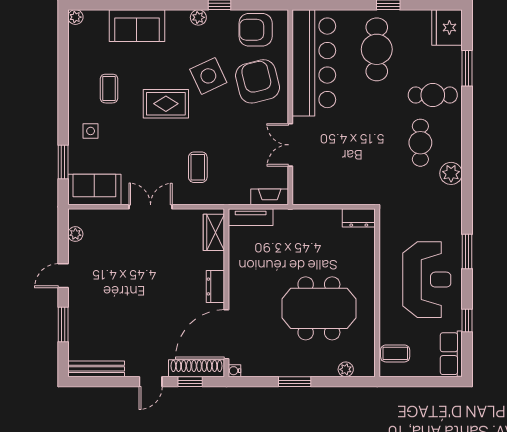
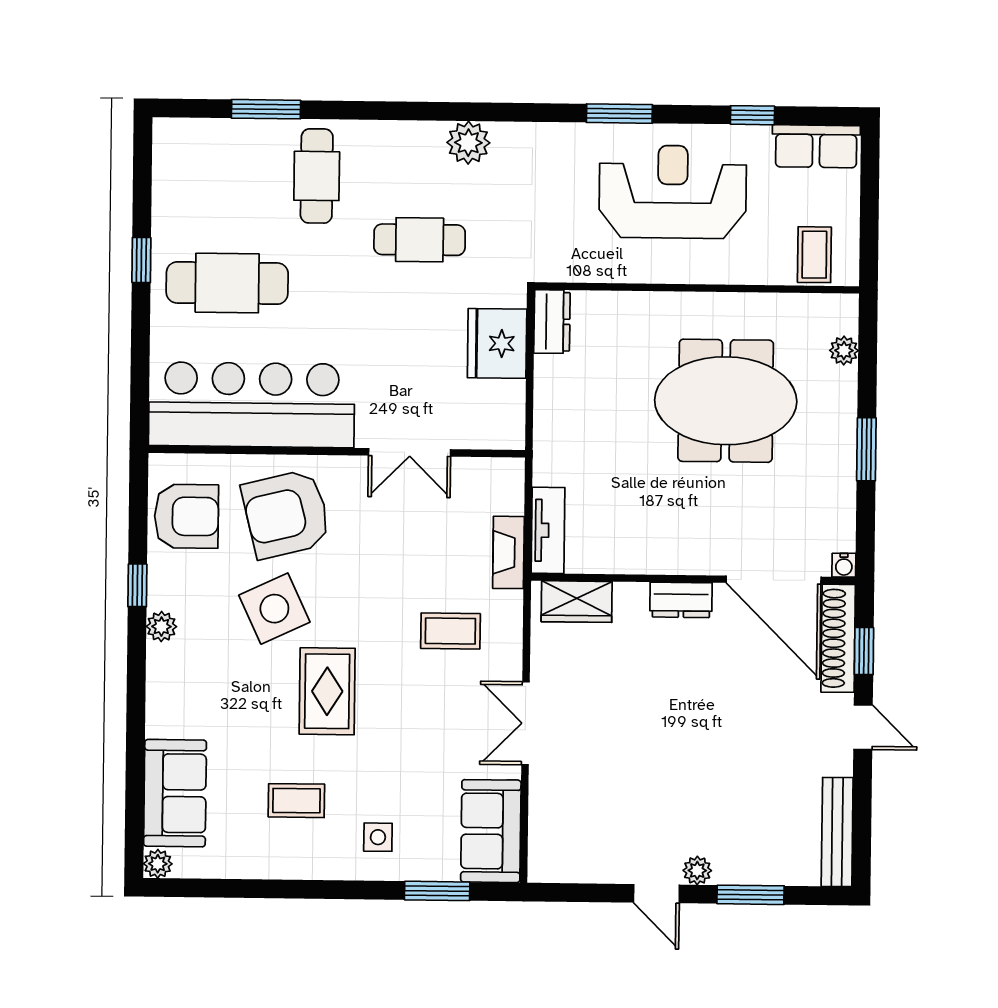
sofa: (137, 26) -> (175, 793), moved
fridge: (447, 28) -> (497, 343), moved, turned 90
armchair: (256, 30) -> (186, 516), turned -90
cafe table: (420, 143) -> (420, 240), moved
fireplace: (270, 197) -> (508, 552), moved
plant: (75, 234) -> (697, 870), moved
meeting table: (319, 308) -> (726, 401), turned 90

